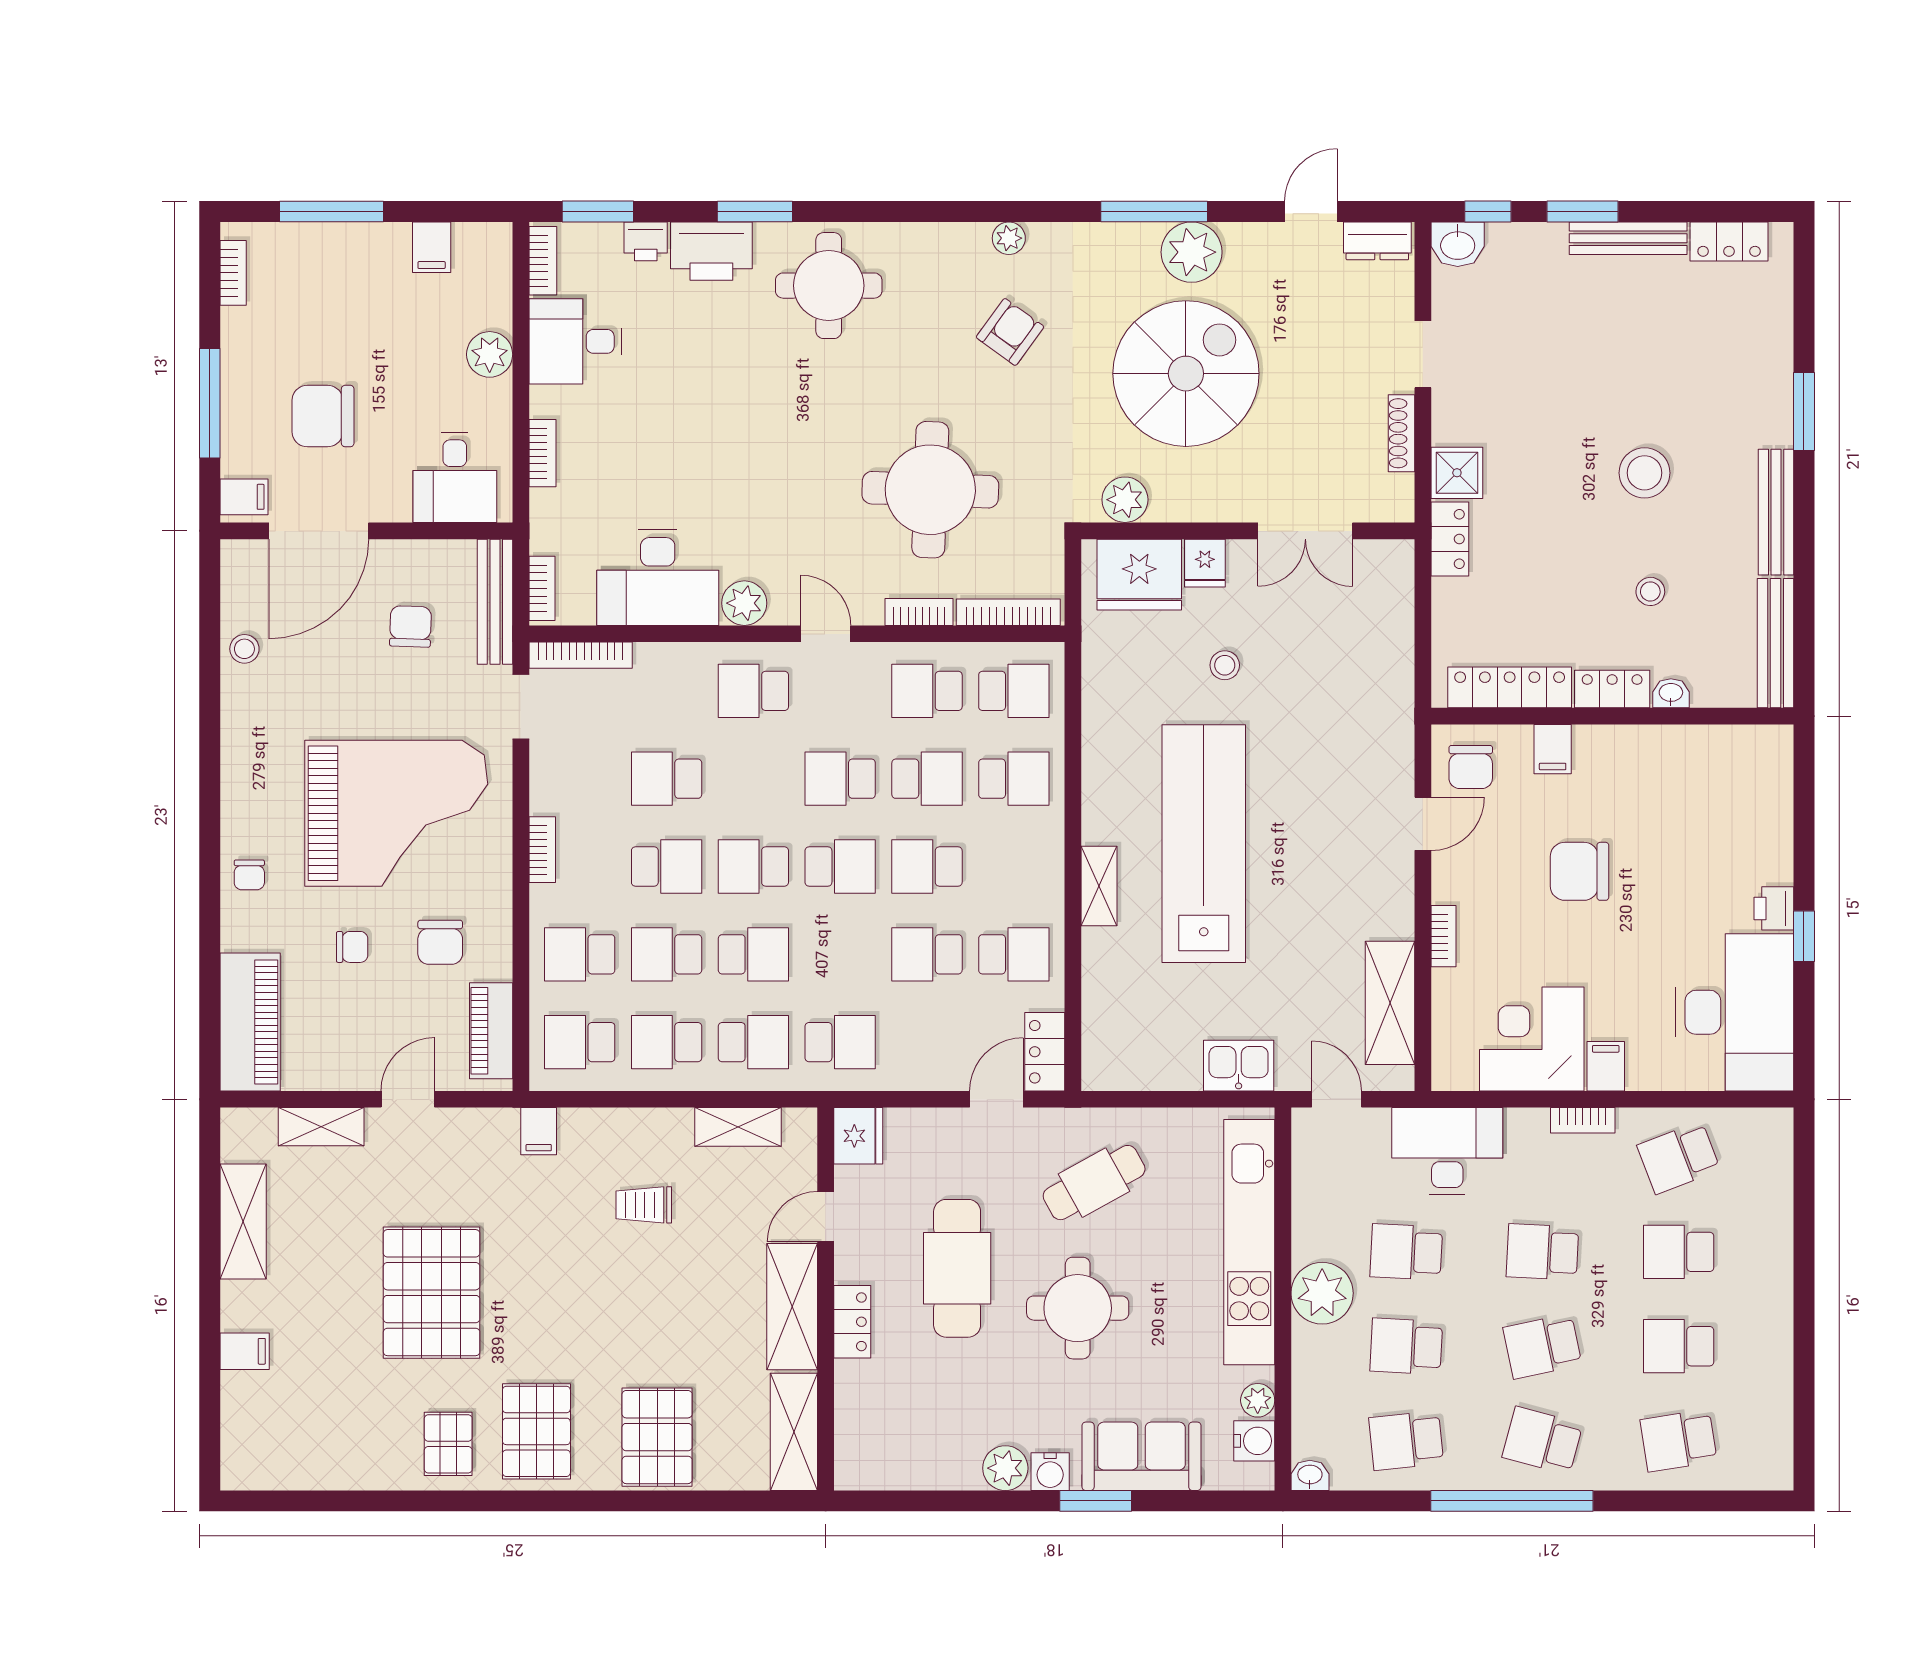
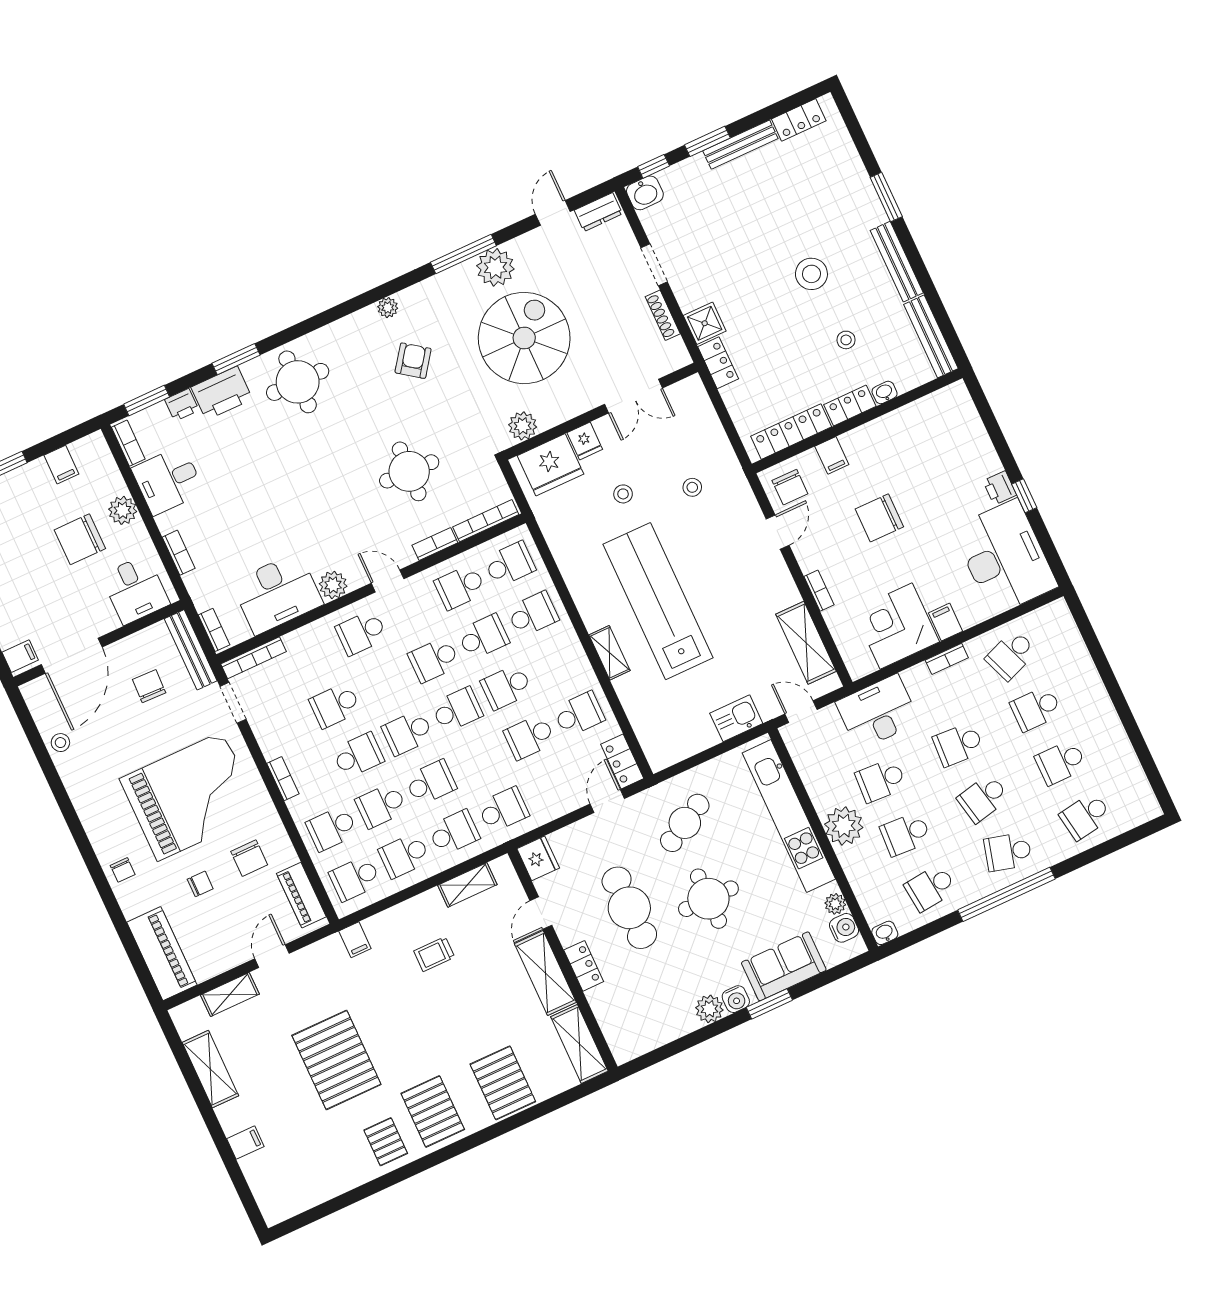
chair: (323, 416) -> (80, 539), moved
round table: (930, 490) -> (409, 471), width x0.73, depth x0.73
stool: (1329, 702) -> (692, 487), added

